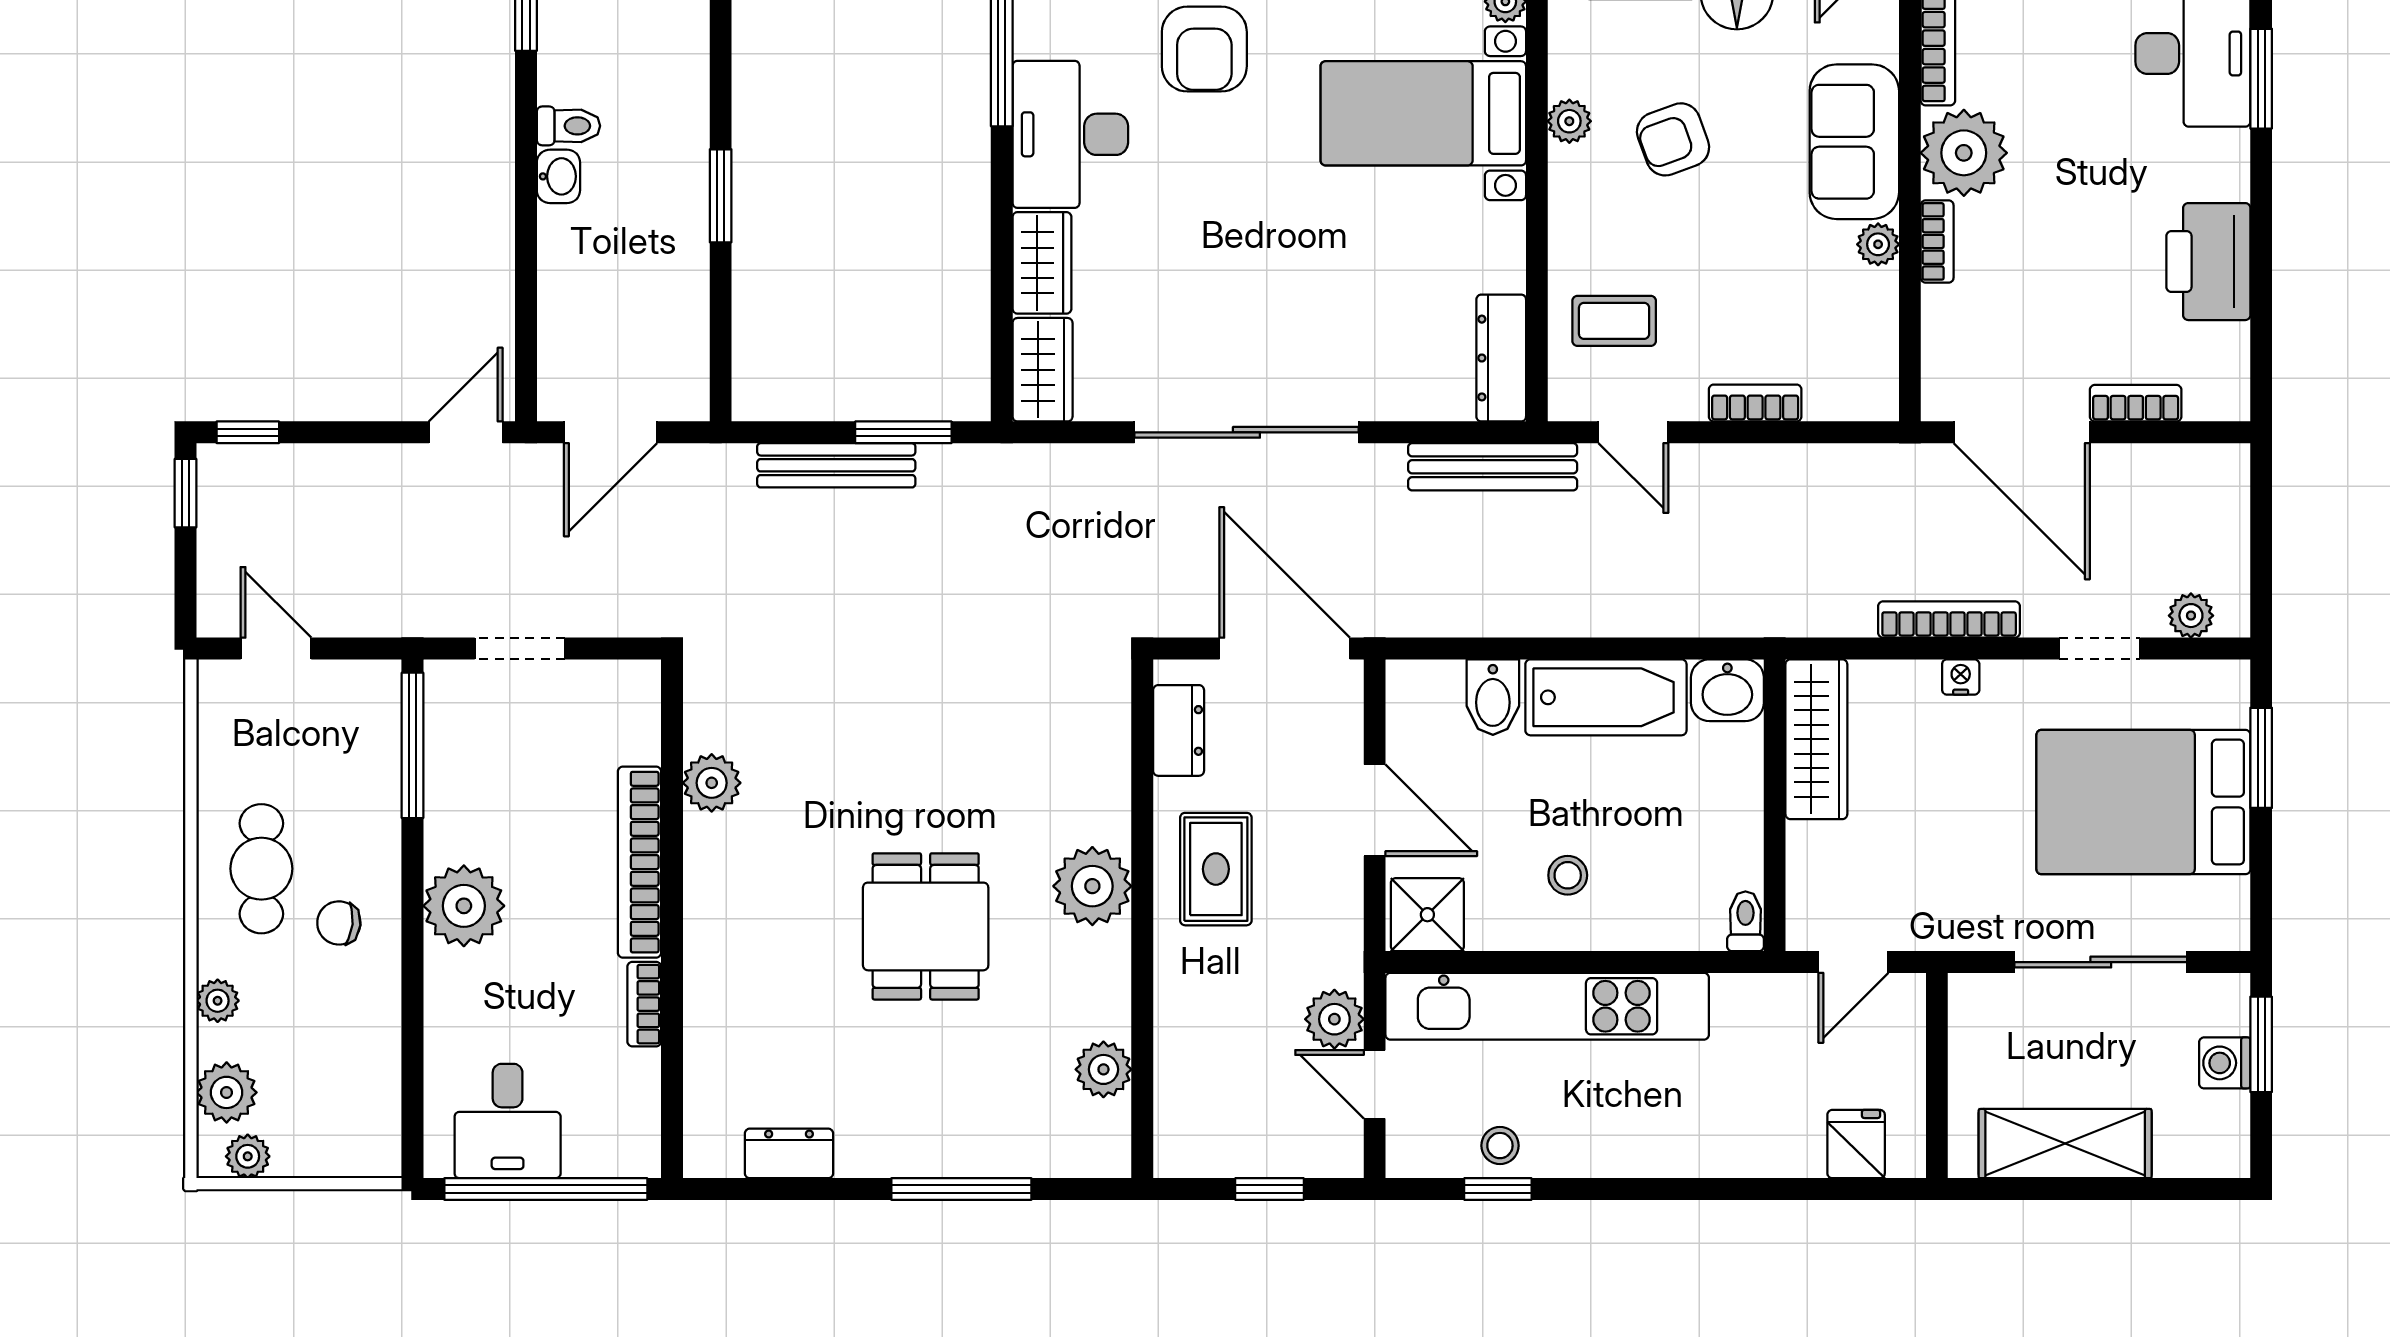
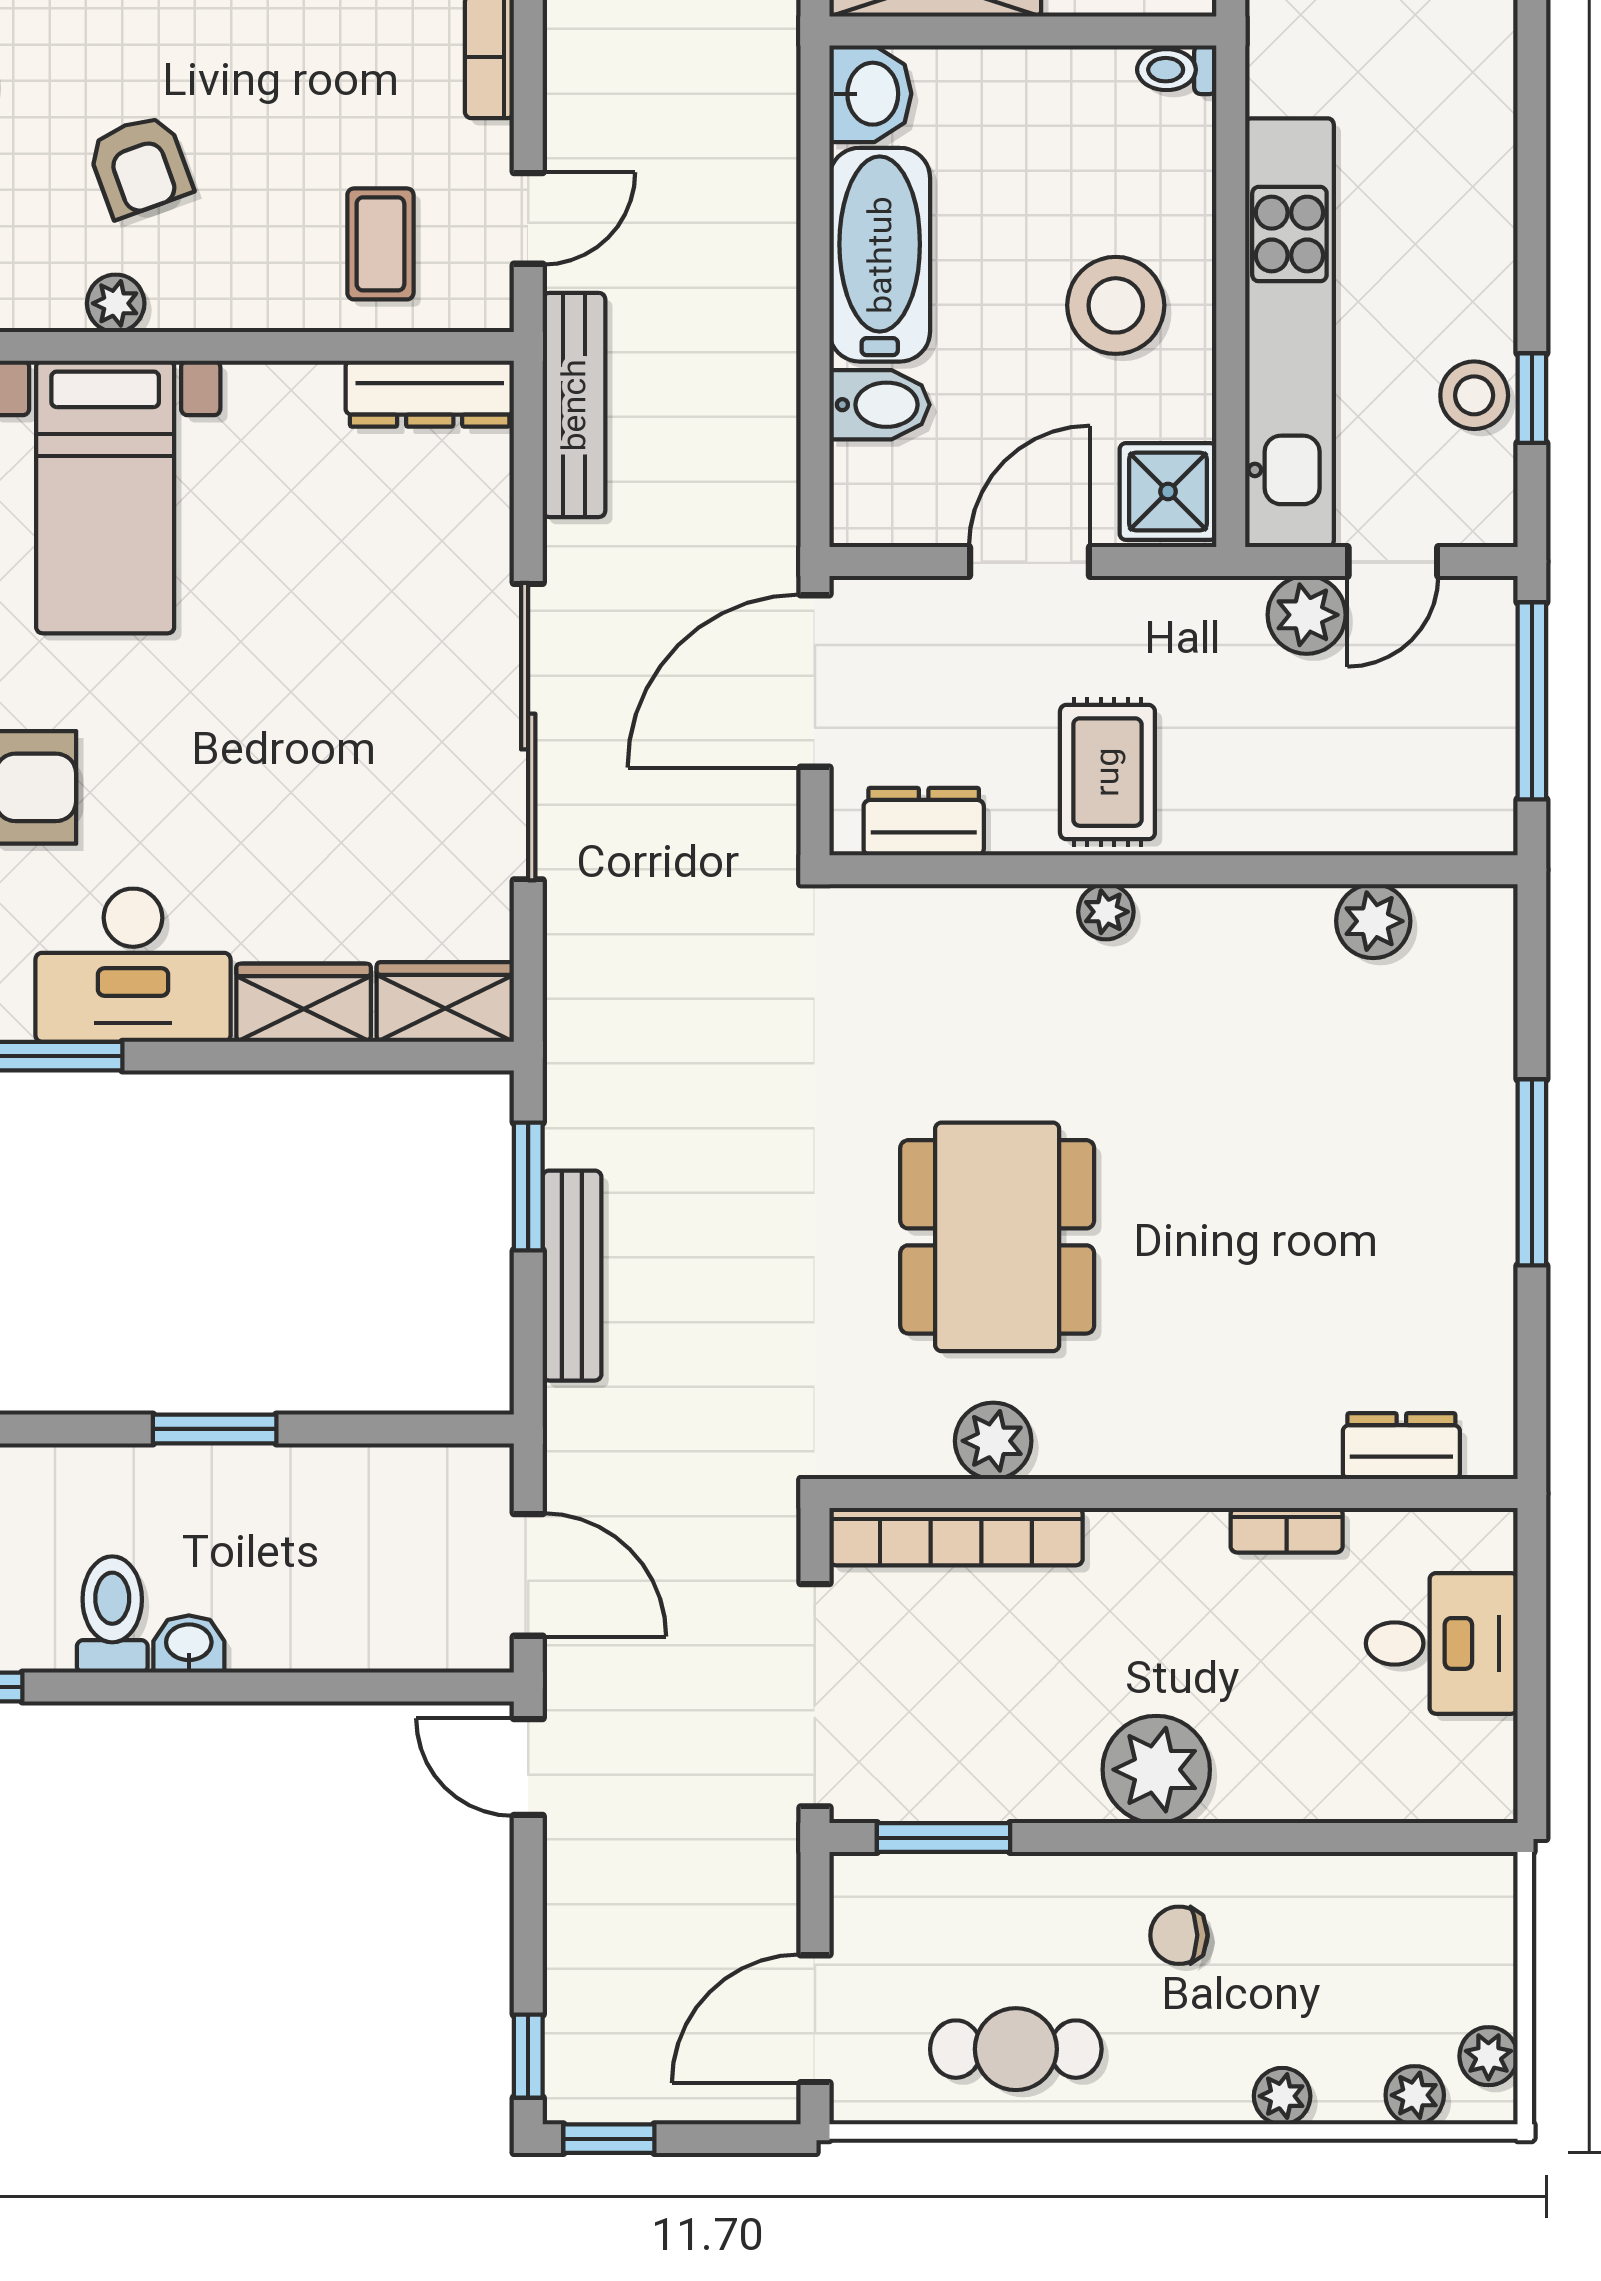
toilet: (568, 126) -> (112, 1614), width x1.37, depth x1.39
door: (276, 649) -> (815, 2019), width x1.38
doorway: (520, 649) -> (815, 1695), width x1.88
window: (413, 745) -> (943, 1838), width x0.69
bookcase: (639, 862) -> (956, 1537), moved
cafe table: (261, 869) -> (1016, 2049), moved
rug: (1216, 869) -> (1107, 772), turned 90
stool: (1568, 875) -> (1116, 305), width x1.89, depth x1.89
plant: (1092, 886) -> (1106, 912), width x0.53, depth x0.53
chair: (339, 923) -> (1179, 1935), turned 84
dining table: (926, 926) -> (997, 1237), moved, width x1.38
plant: (227, 1092) -> (1415, 2095), width x0.73, depth x0.73
desk: (508, 1121) -> (1442, 1643), moved
stool: (1500, 1146) -> (1474, 395), width x1.37, depth x1.37
dresser: (789, 1153) -> (1401, 1446), moved, turned 90
window: (546, 1189) -> (1532, 1661), removed
window: (961, 1189) -> (1532, 1172), moved
window: (1269, 1189) -> (1532, 701), width x2.17

